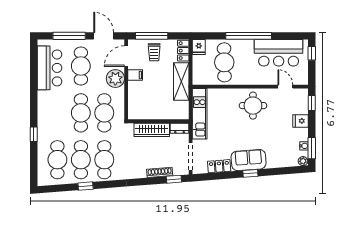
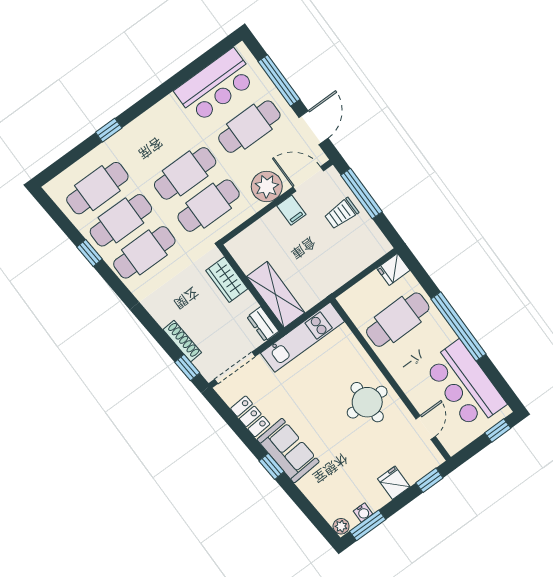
locker: (183, 51) -> (373, 252), removed
shelving: (181, 82) -> (276, 295), moved, turned 90
wardrobe: (152, 130) -> (227, 280), width x0.67

